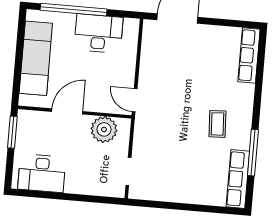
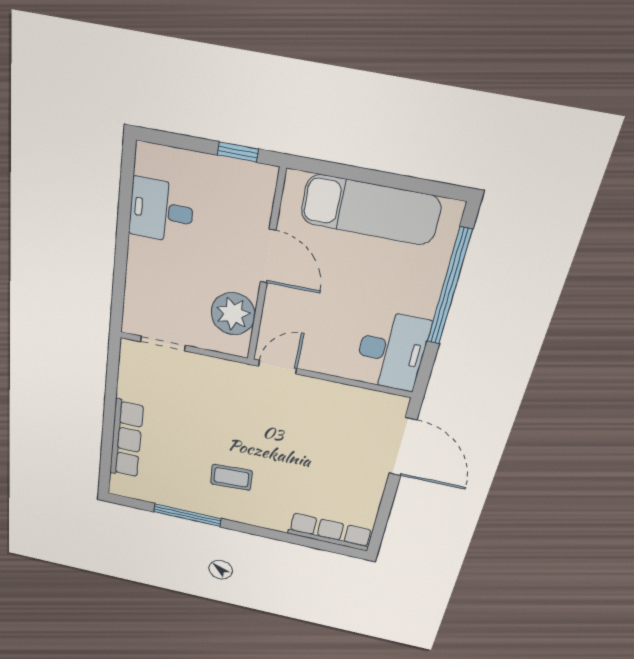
desk: (98, 33) -> (392, 351), moved
window: (12, 132) -> (238, 152), width x0.67
desk: (42, 173) -> (161, 211), width x0.73
row of seats: (238, 179) -> (126, 439), moved, turned 90

